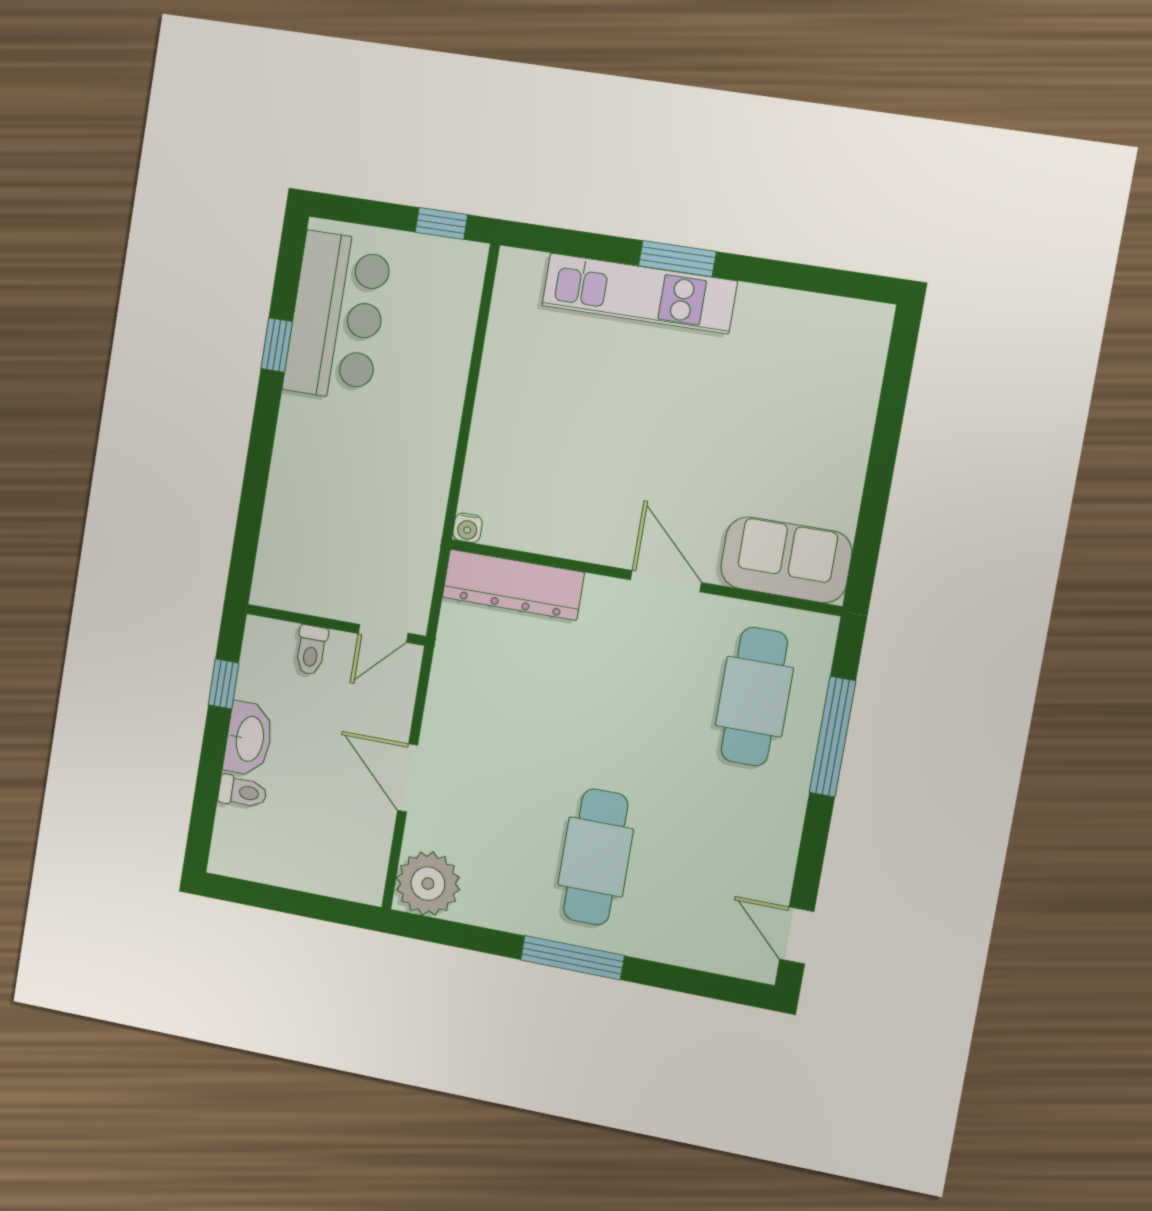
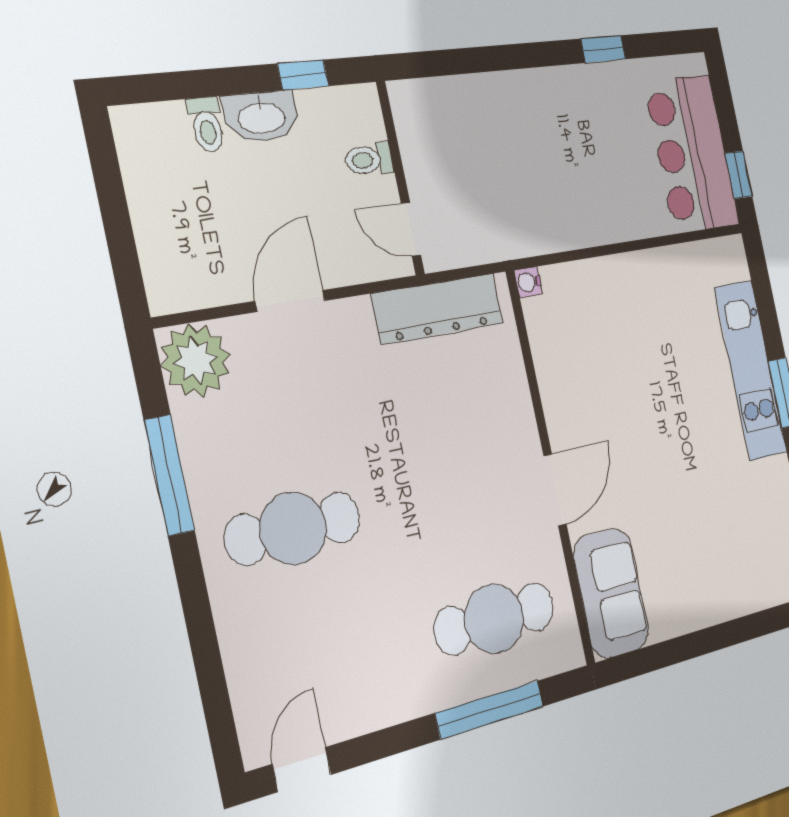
bar counter: (337, 316) -> (692, 154), moved, turned 90
dresser: (513, 585) -> (438, 309), moved, turned -90
window: (572, 958) -> (169, 475), moved

